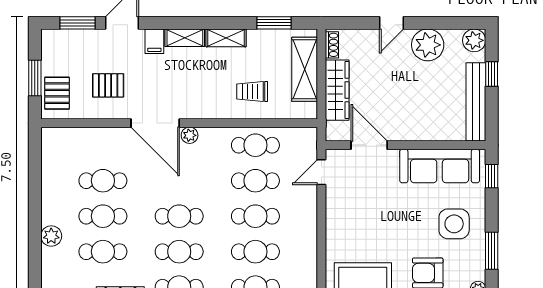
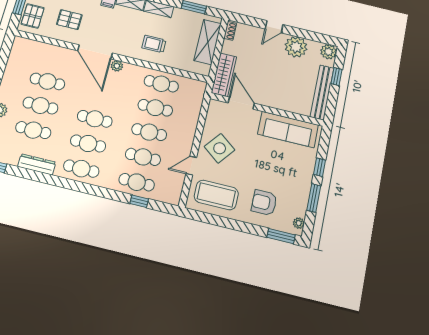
wardrobe: (337, 90) -> (224, 75), moved
trolley: (252, 92) -> (154, 44), moved
door: (321, 172) -> (191, 166), moved
window: (492, 176) -> (320, 167), moved
side table: (454, 224) -> (220, 148), moved, turned 38

